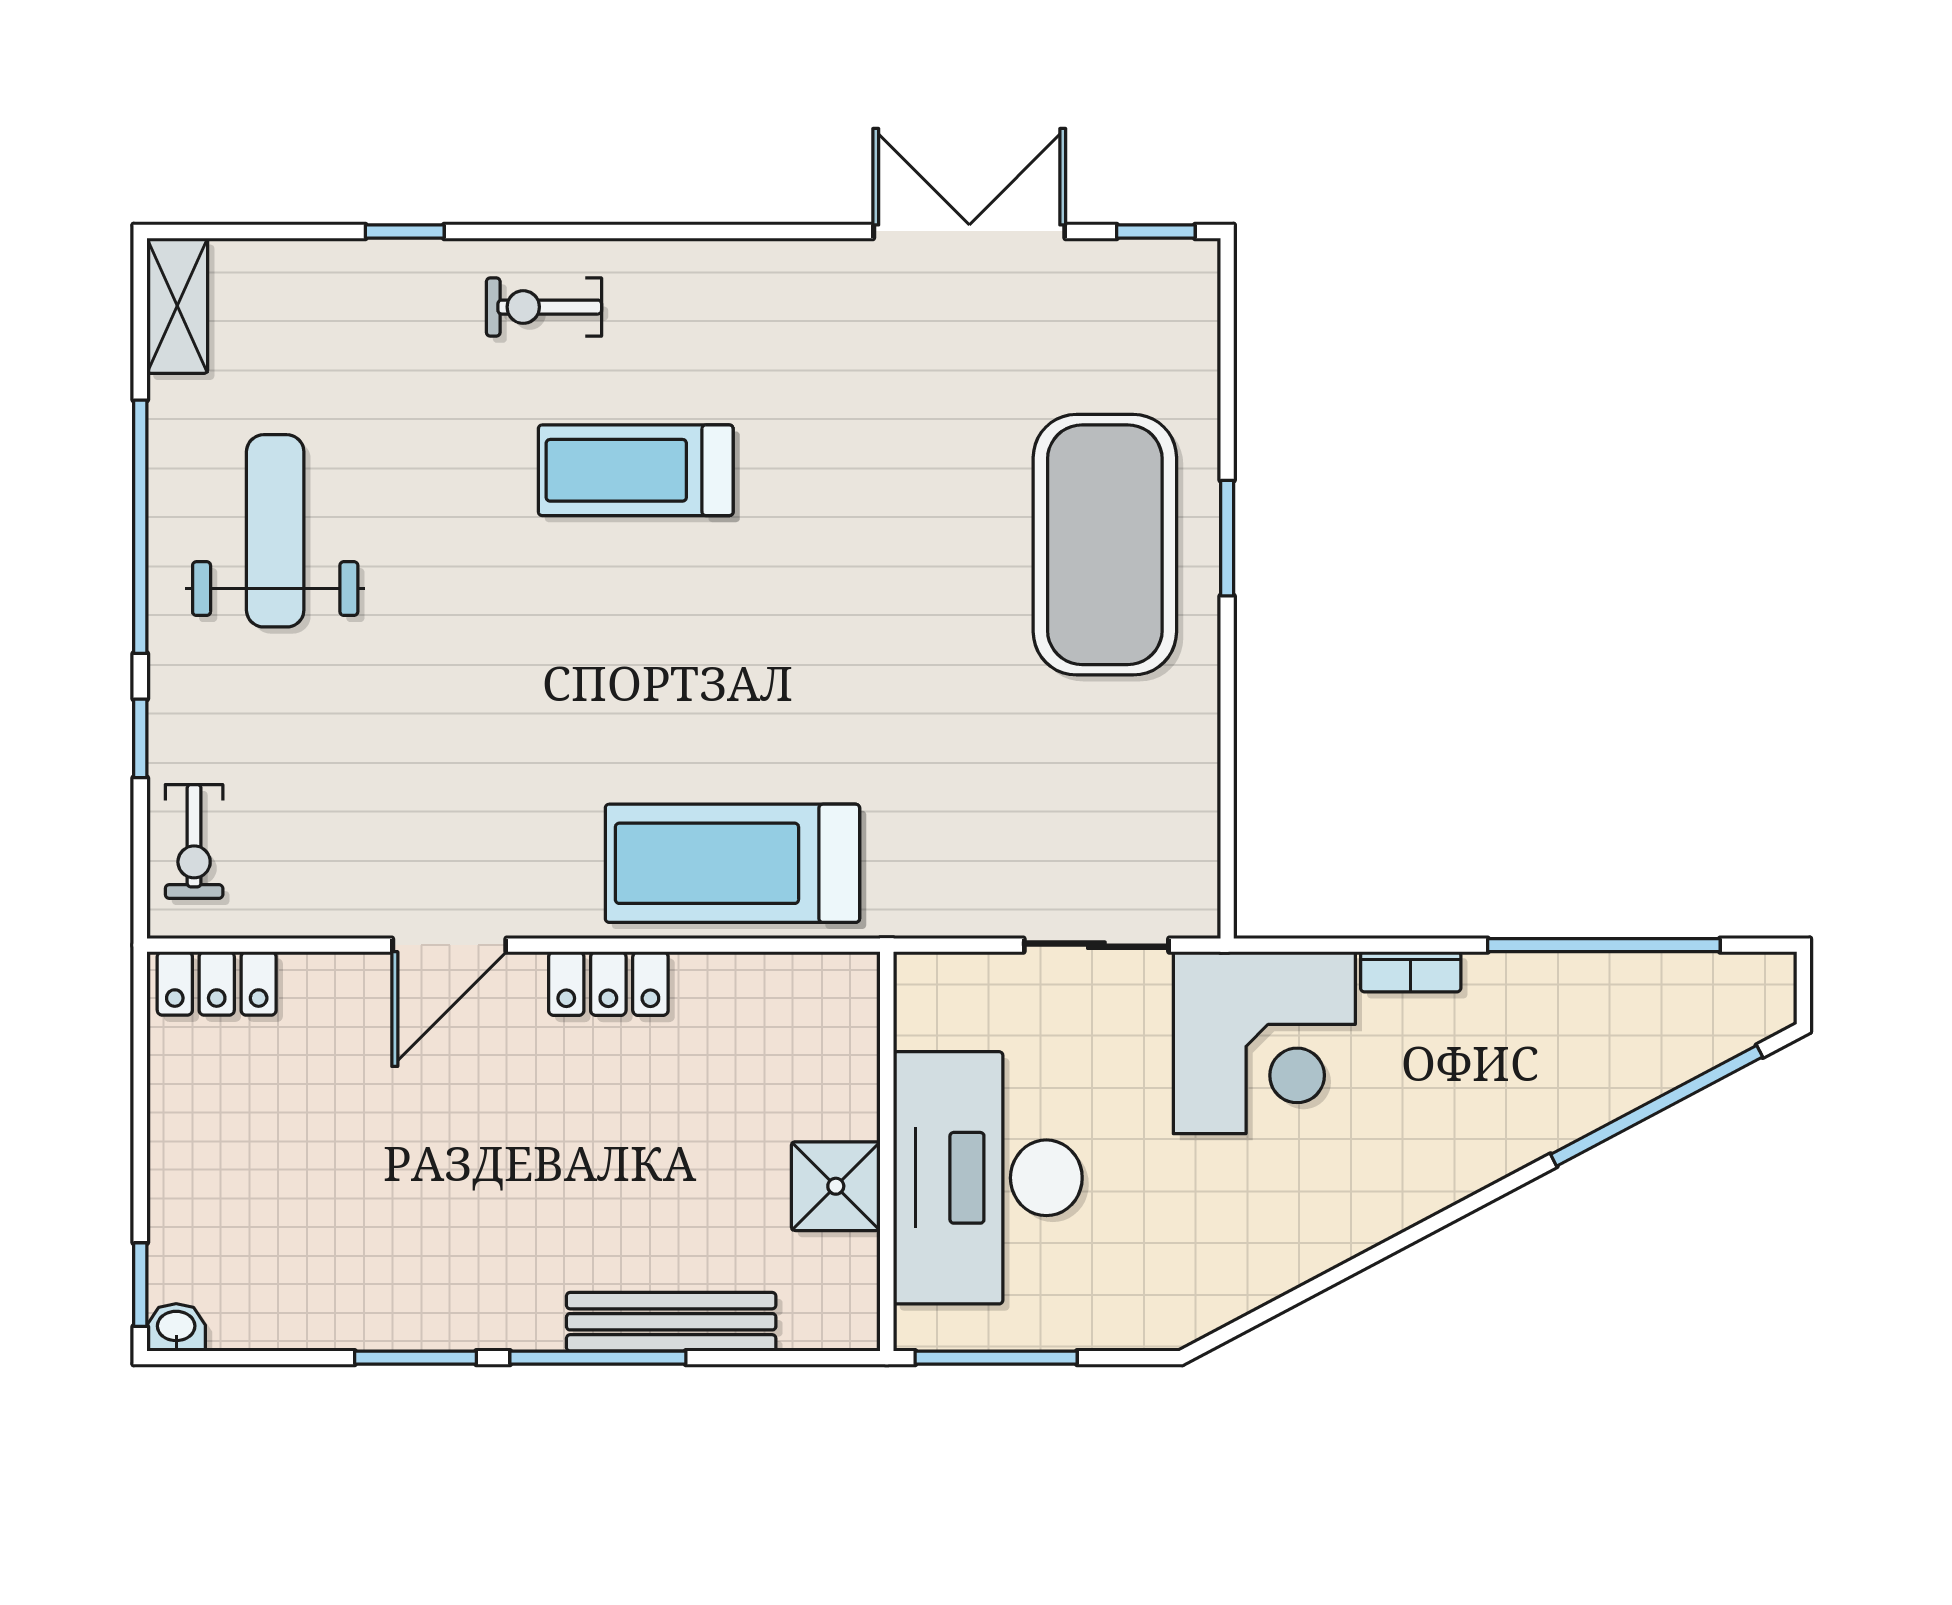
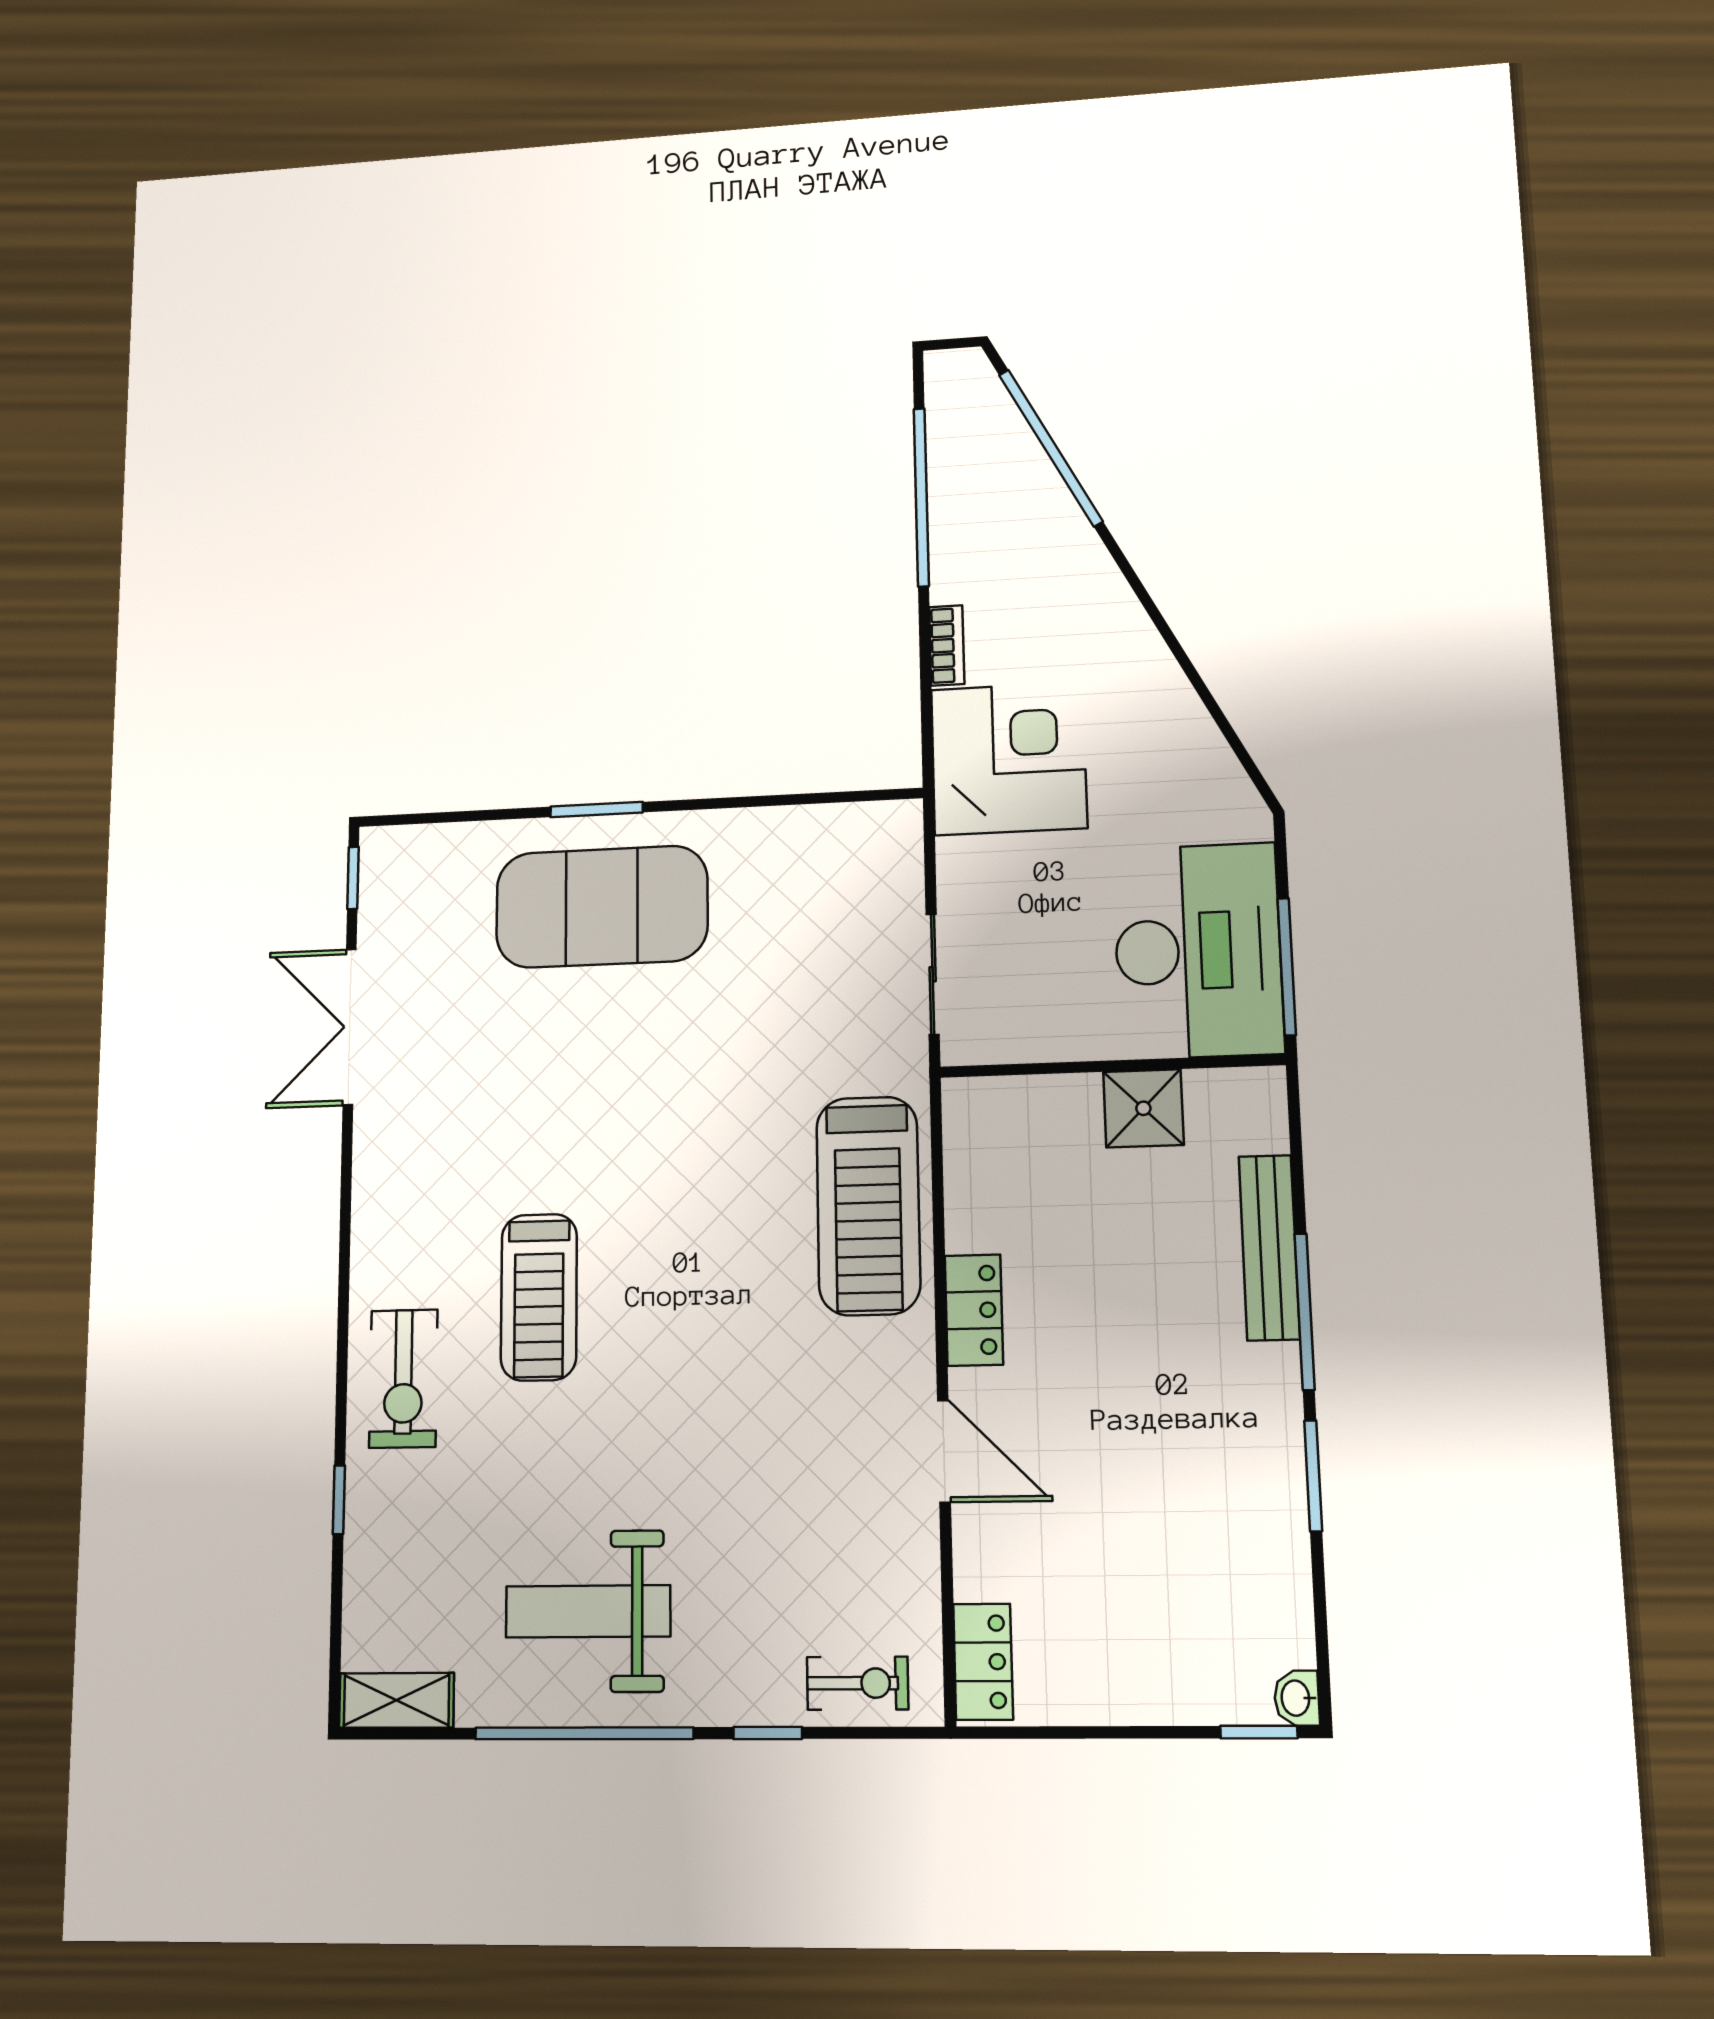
exercise bike: (544, 307) -> (403, 1379), width x1.38, depth x1.39
sliding door: (1096, 945) -> (933, 974), moved
desk: (988, 1178) -> (1198, 951), moved, turned -90

